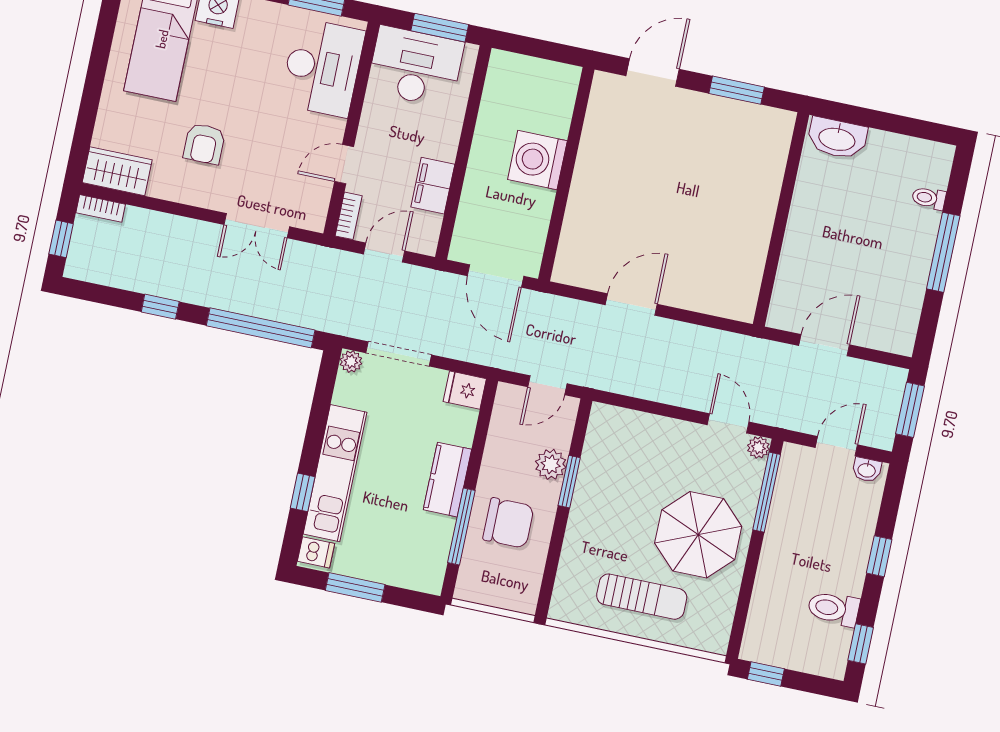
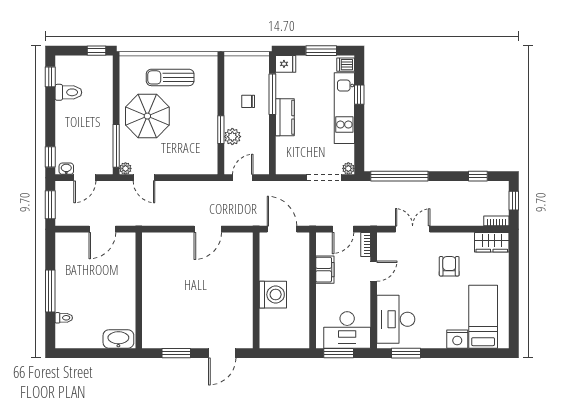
window: (160, 307) -> (478, 176), moved
fridge: (465, 390) -> (286, 64), moved
chair: (508, 523) -> (248, 101), width x0.54, depth x0.54
window: (879, 556) -> (50, 157), moved

